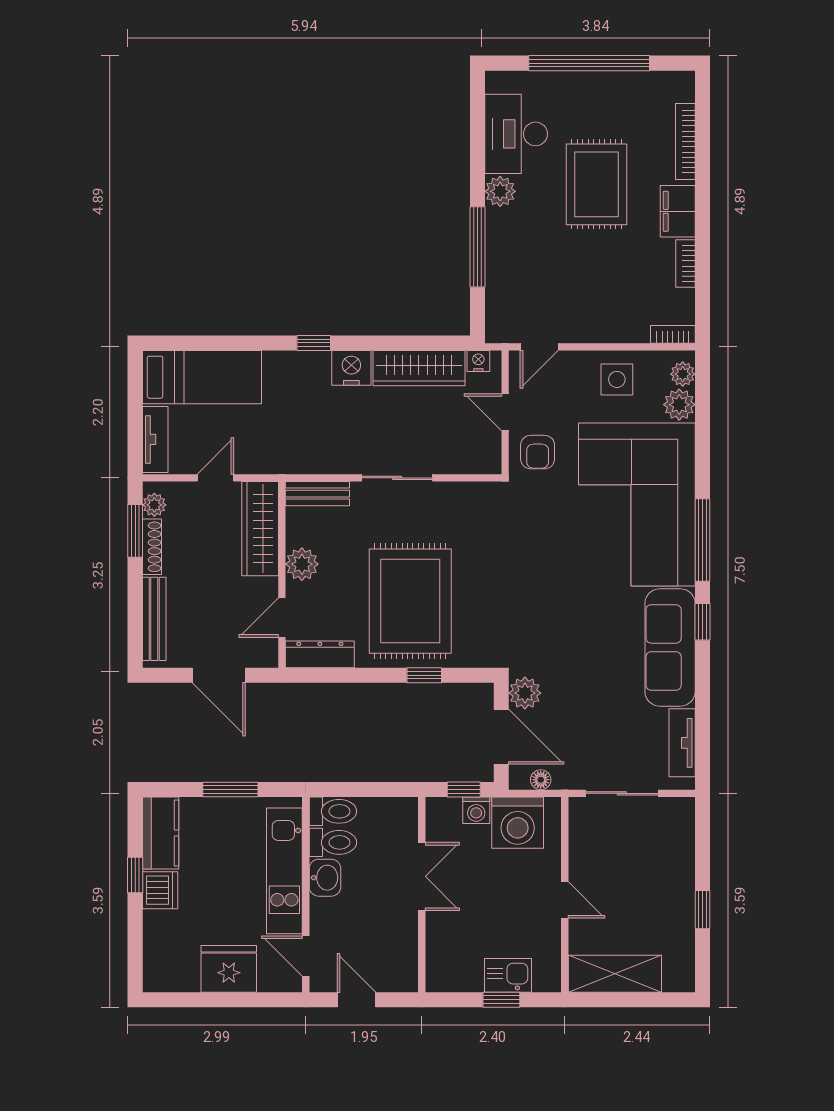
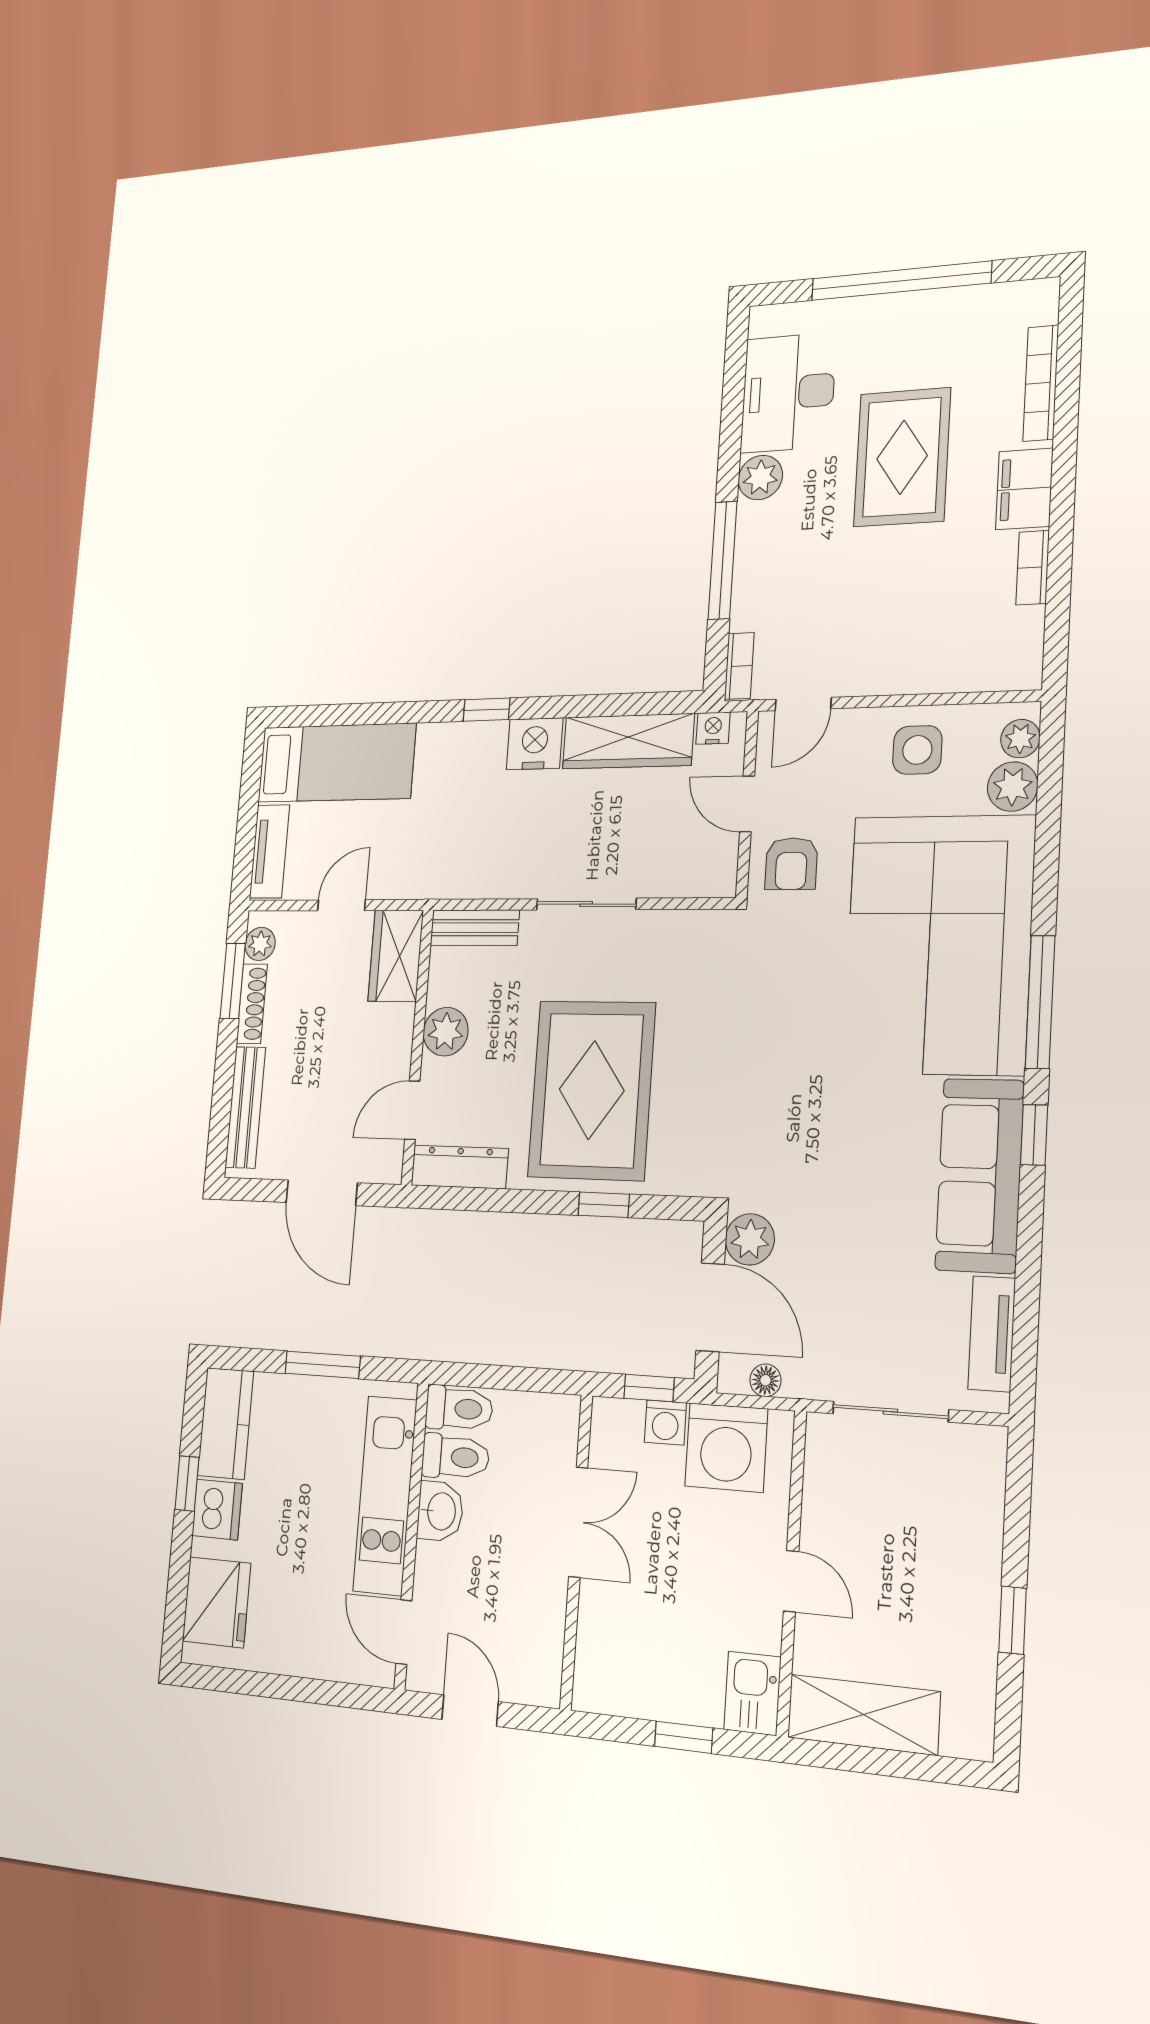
bookcase: (673, 334) -> (739, 666), moved, turned 90
wardrobe: (260, 529) -> (396, 956), width x0.67
fridge: (229, 969) -> (217, 1602), moved, turned 90
kitchen sink: (508, 975) -> (752, 1693), moved, turned -90

